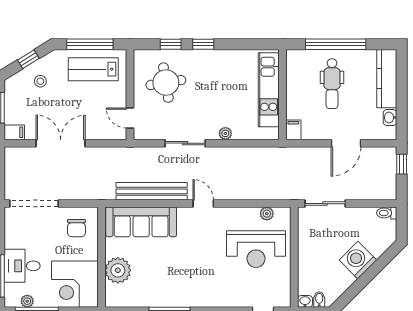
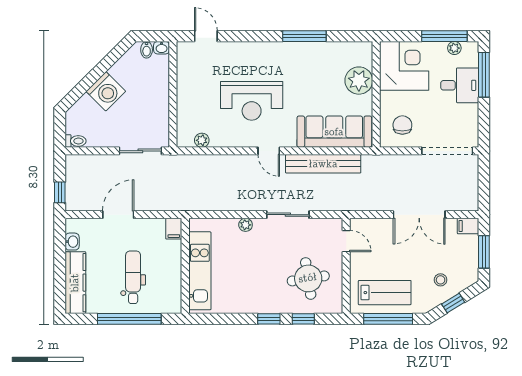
reception desk: (256, 249) -> (252, 101), moved, turned 180

